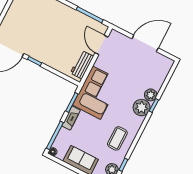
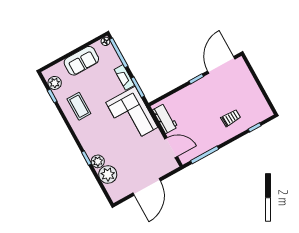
trolley: (47, 14) -> (231, 118), added
plant: (142, 108) -> (108, 174), moved

